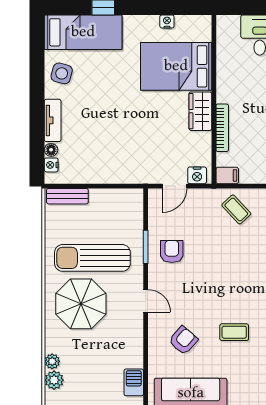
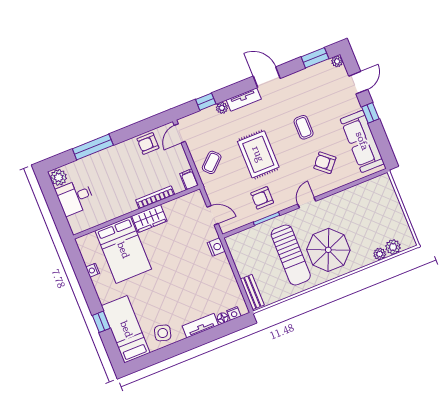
nightstand: (197, 175) -> (216, 247), moved
rug: (224, 267) -> (258, 154), added
barbecue: (134, 382) -> (371, 187), removed

